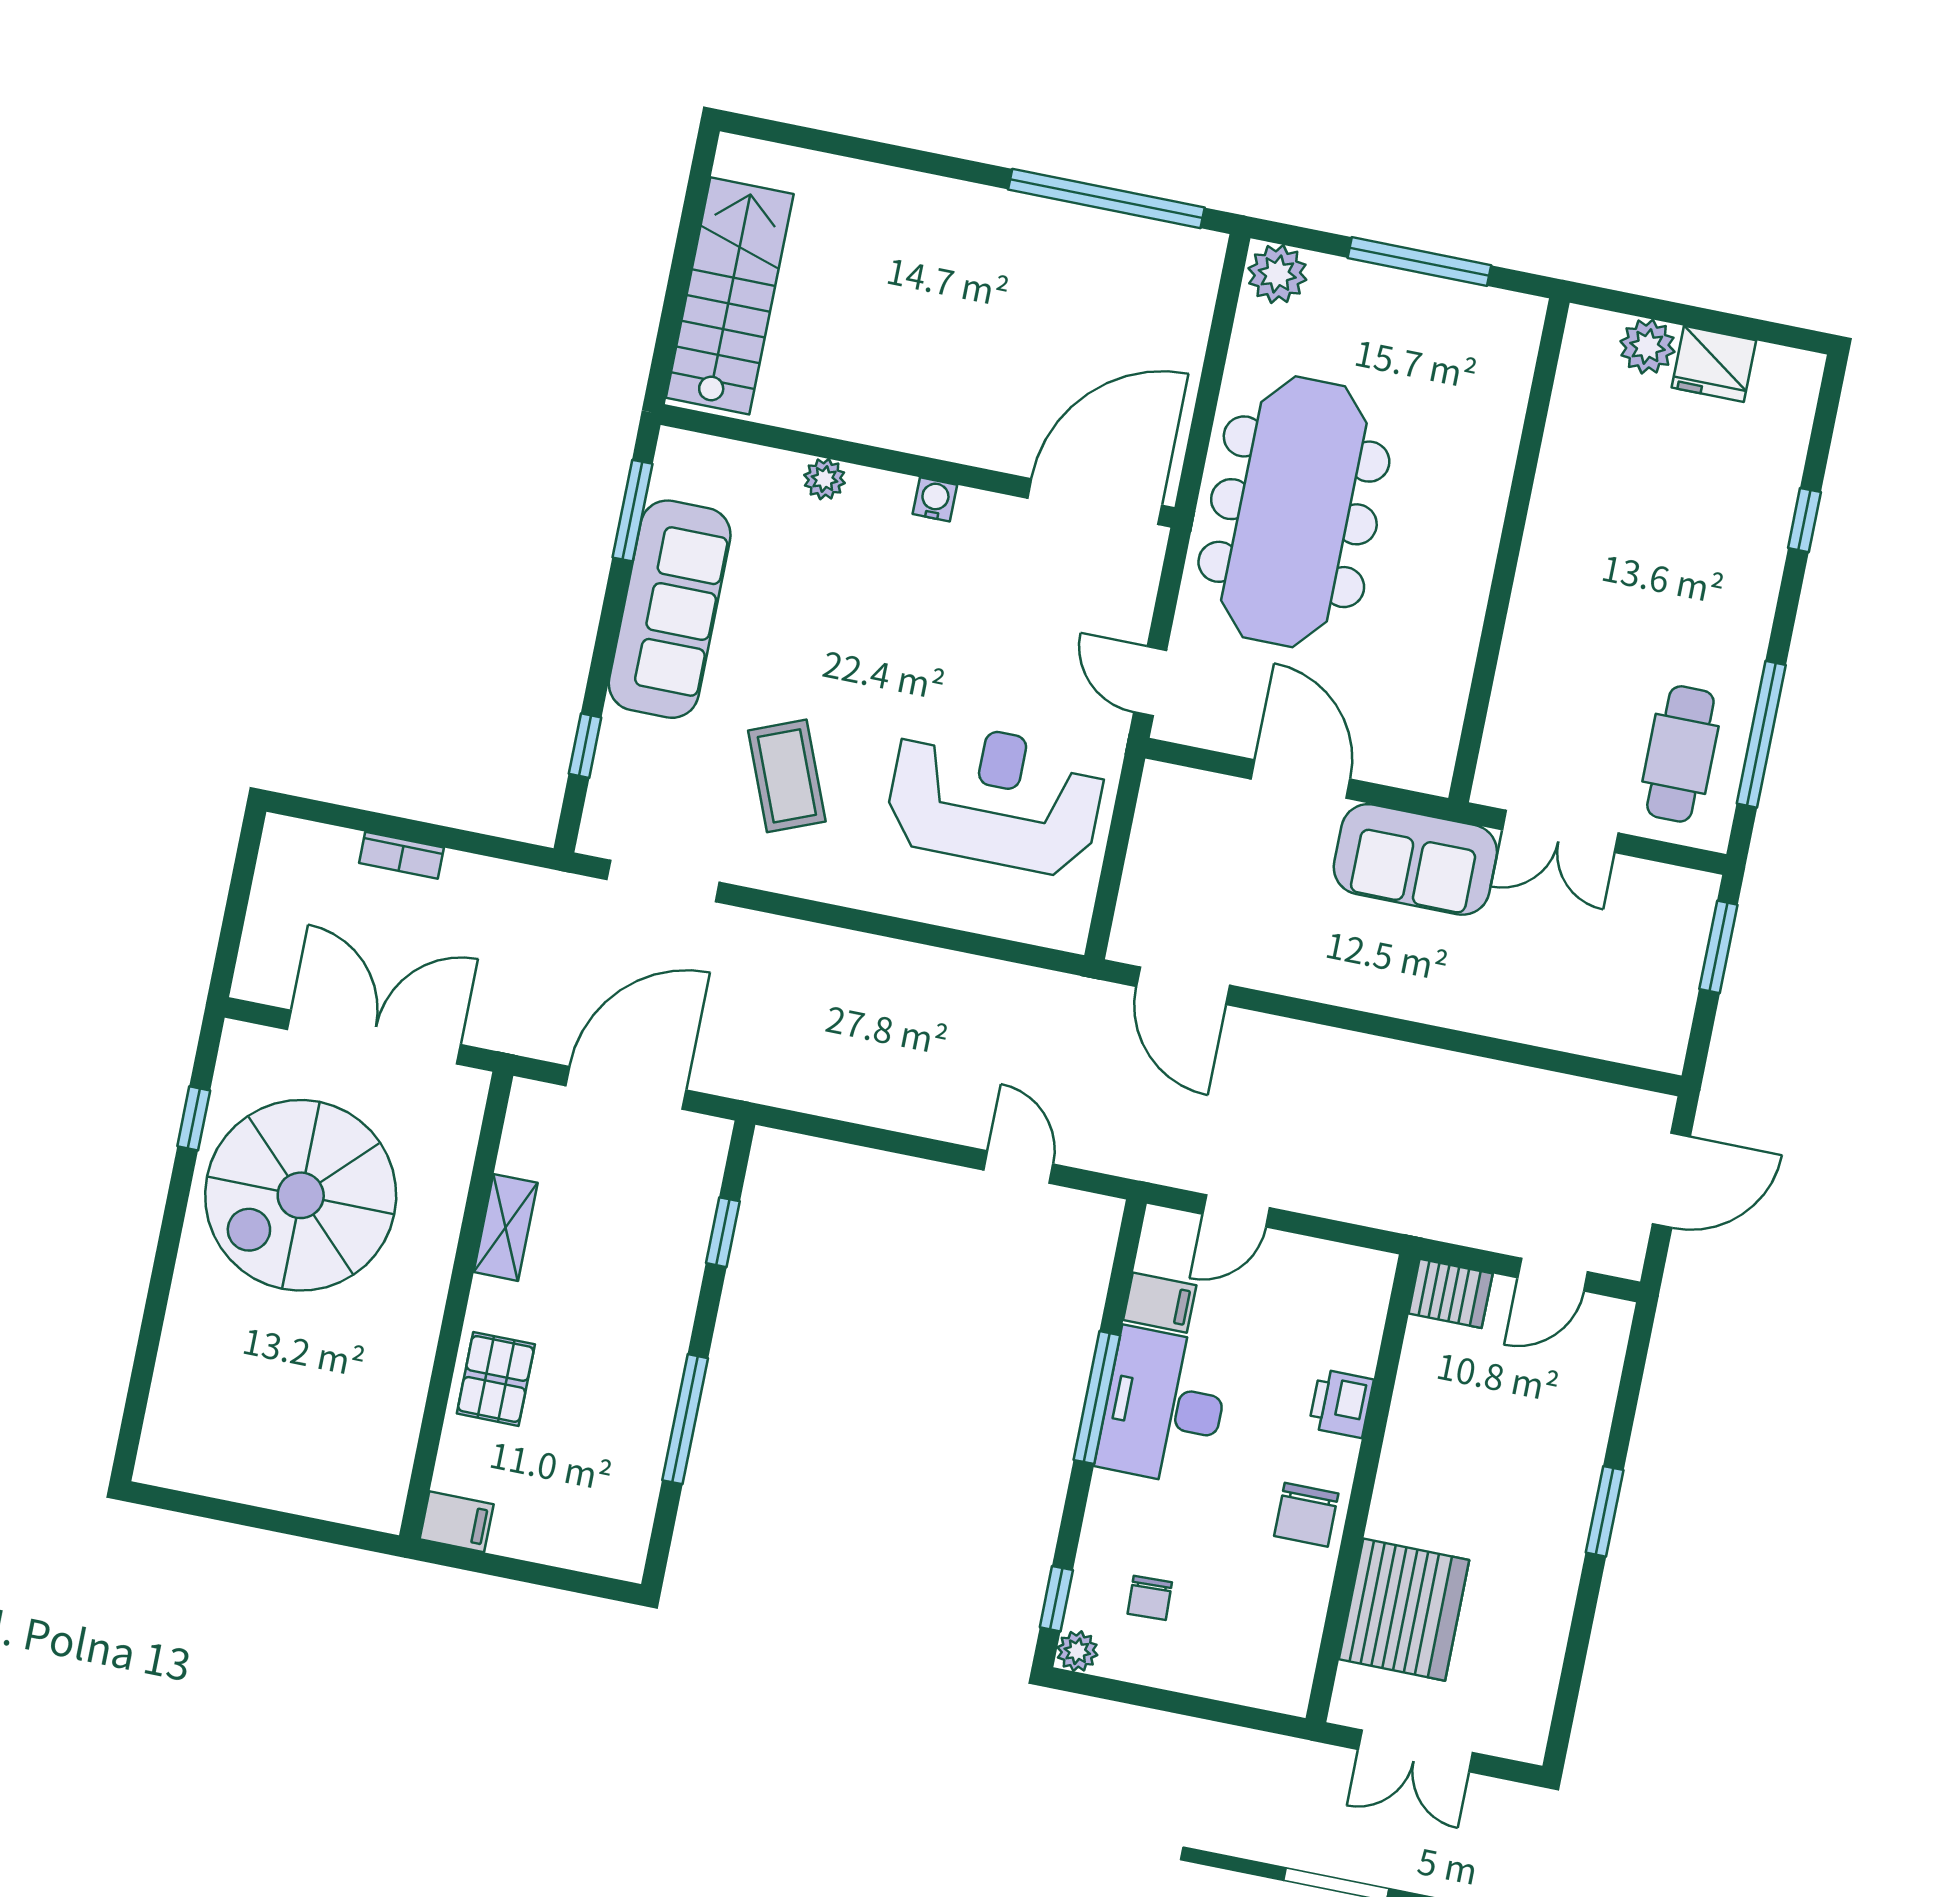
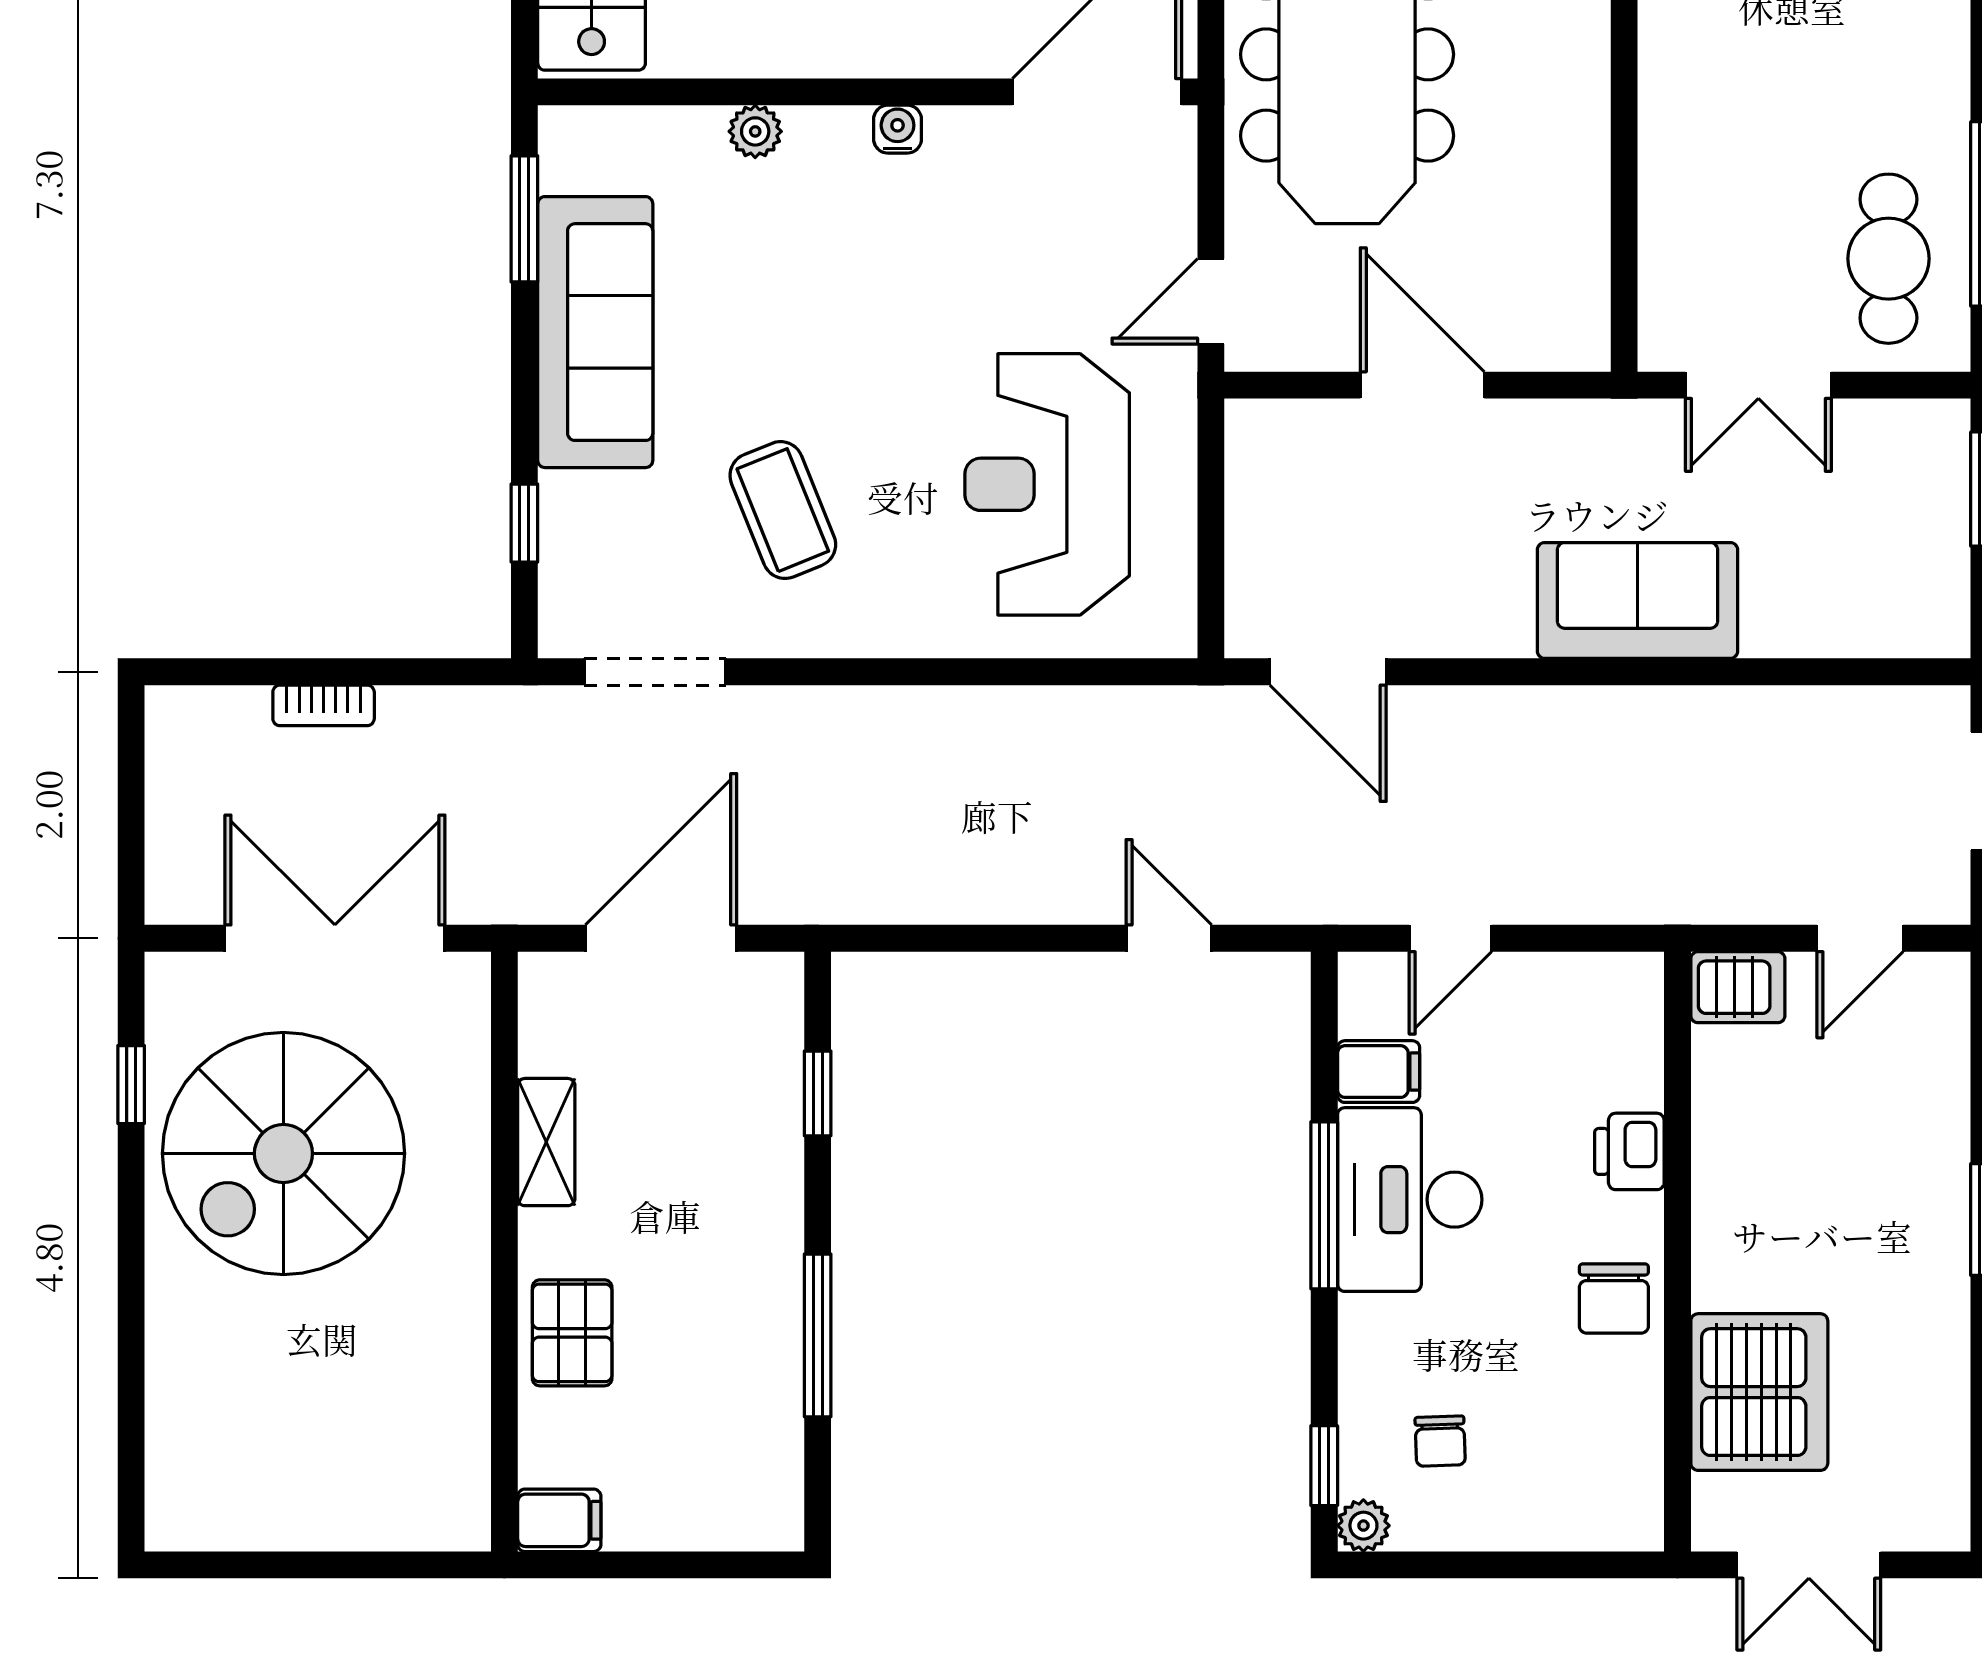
door: (1150, 681) -> (1211, 301), hinge flipped
reception desk: (995, 797) -> (1047, 484), turned -90
sofa: (1415, 859) -> (1637, 600), moved, turned 180

